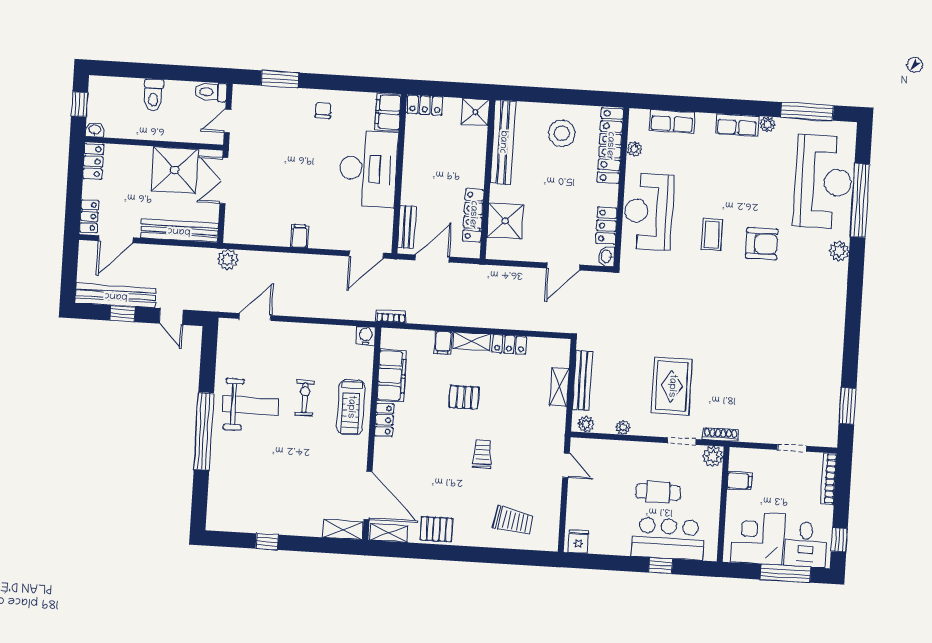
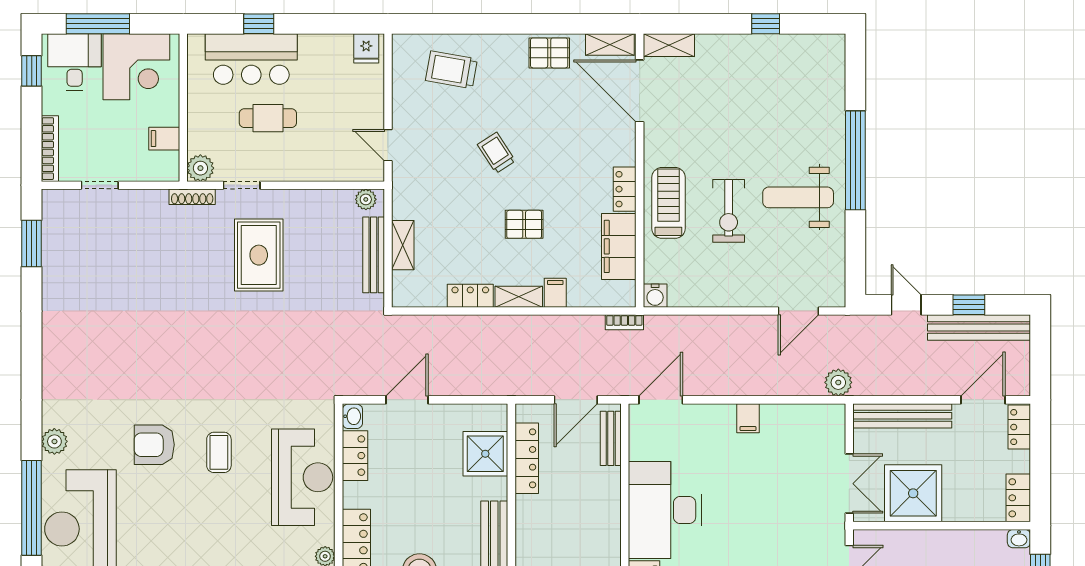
exercise bike: (305, 398) -> (729, 211), width x1.38, depth x1.39
plant: (623, 427) -> (318, 198), removed
trolley: (482, 454) -> (496, 153), turned 147

